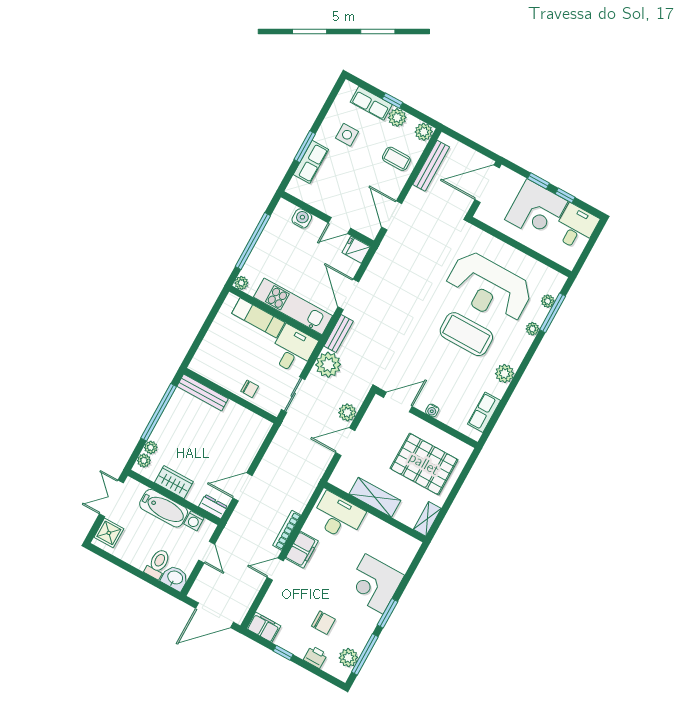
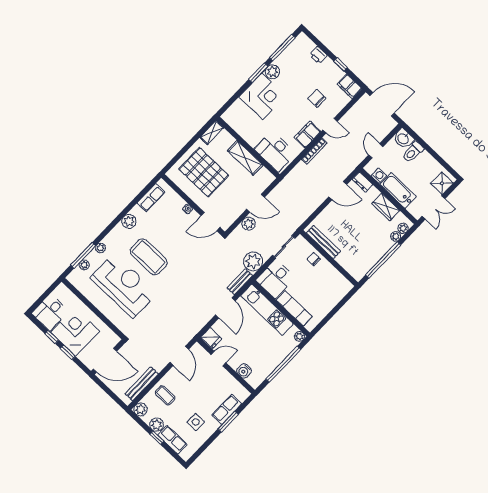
bench: (203, 393) -> (323, 242), moved
chair: (323, 623) -> (317, 98), moved
plant: (348, 658) -> (272, 72), moved

